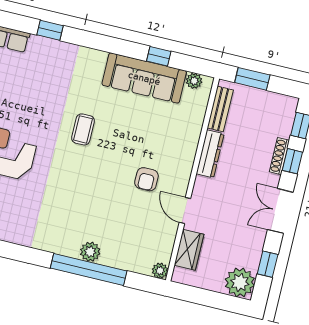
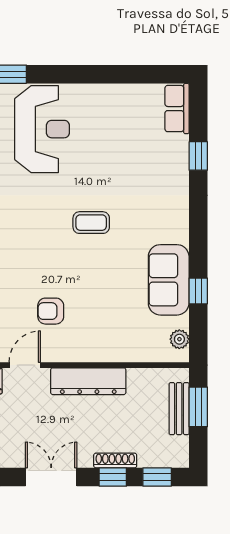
sofa: (144, 78) -> (169, 280), width x0.73
bench: (220, 109) -> (179, 409), moved, turned 90
dresser: (210, 154) -> (88, 381), width x1.37, depth x1.24

